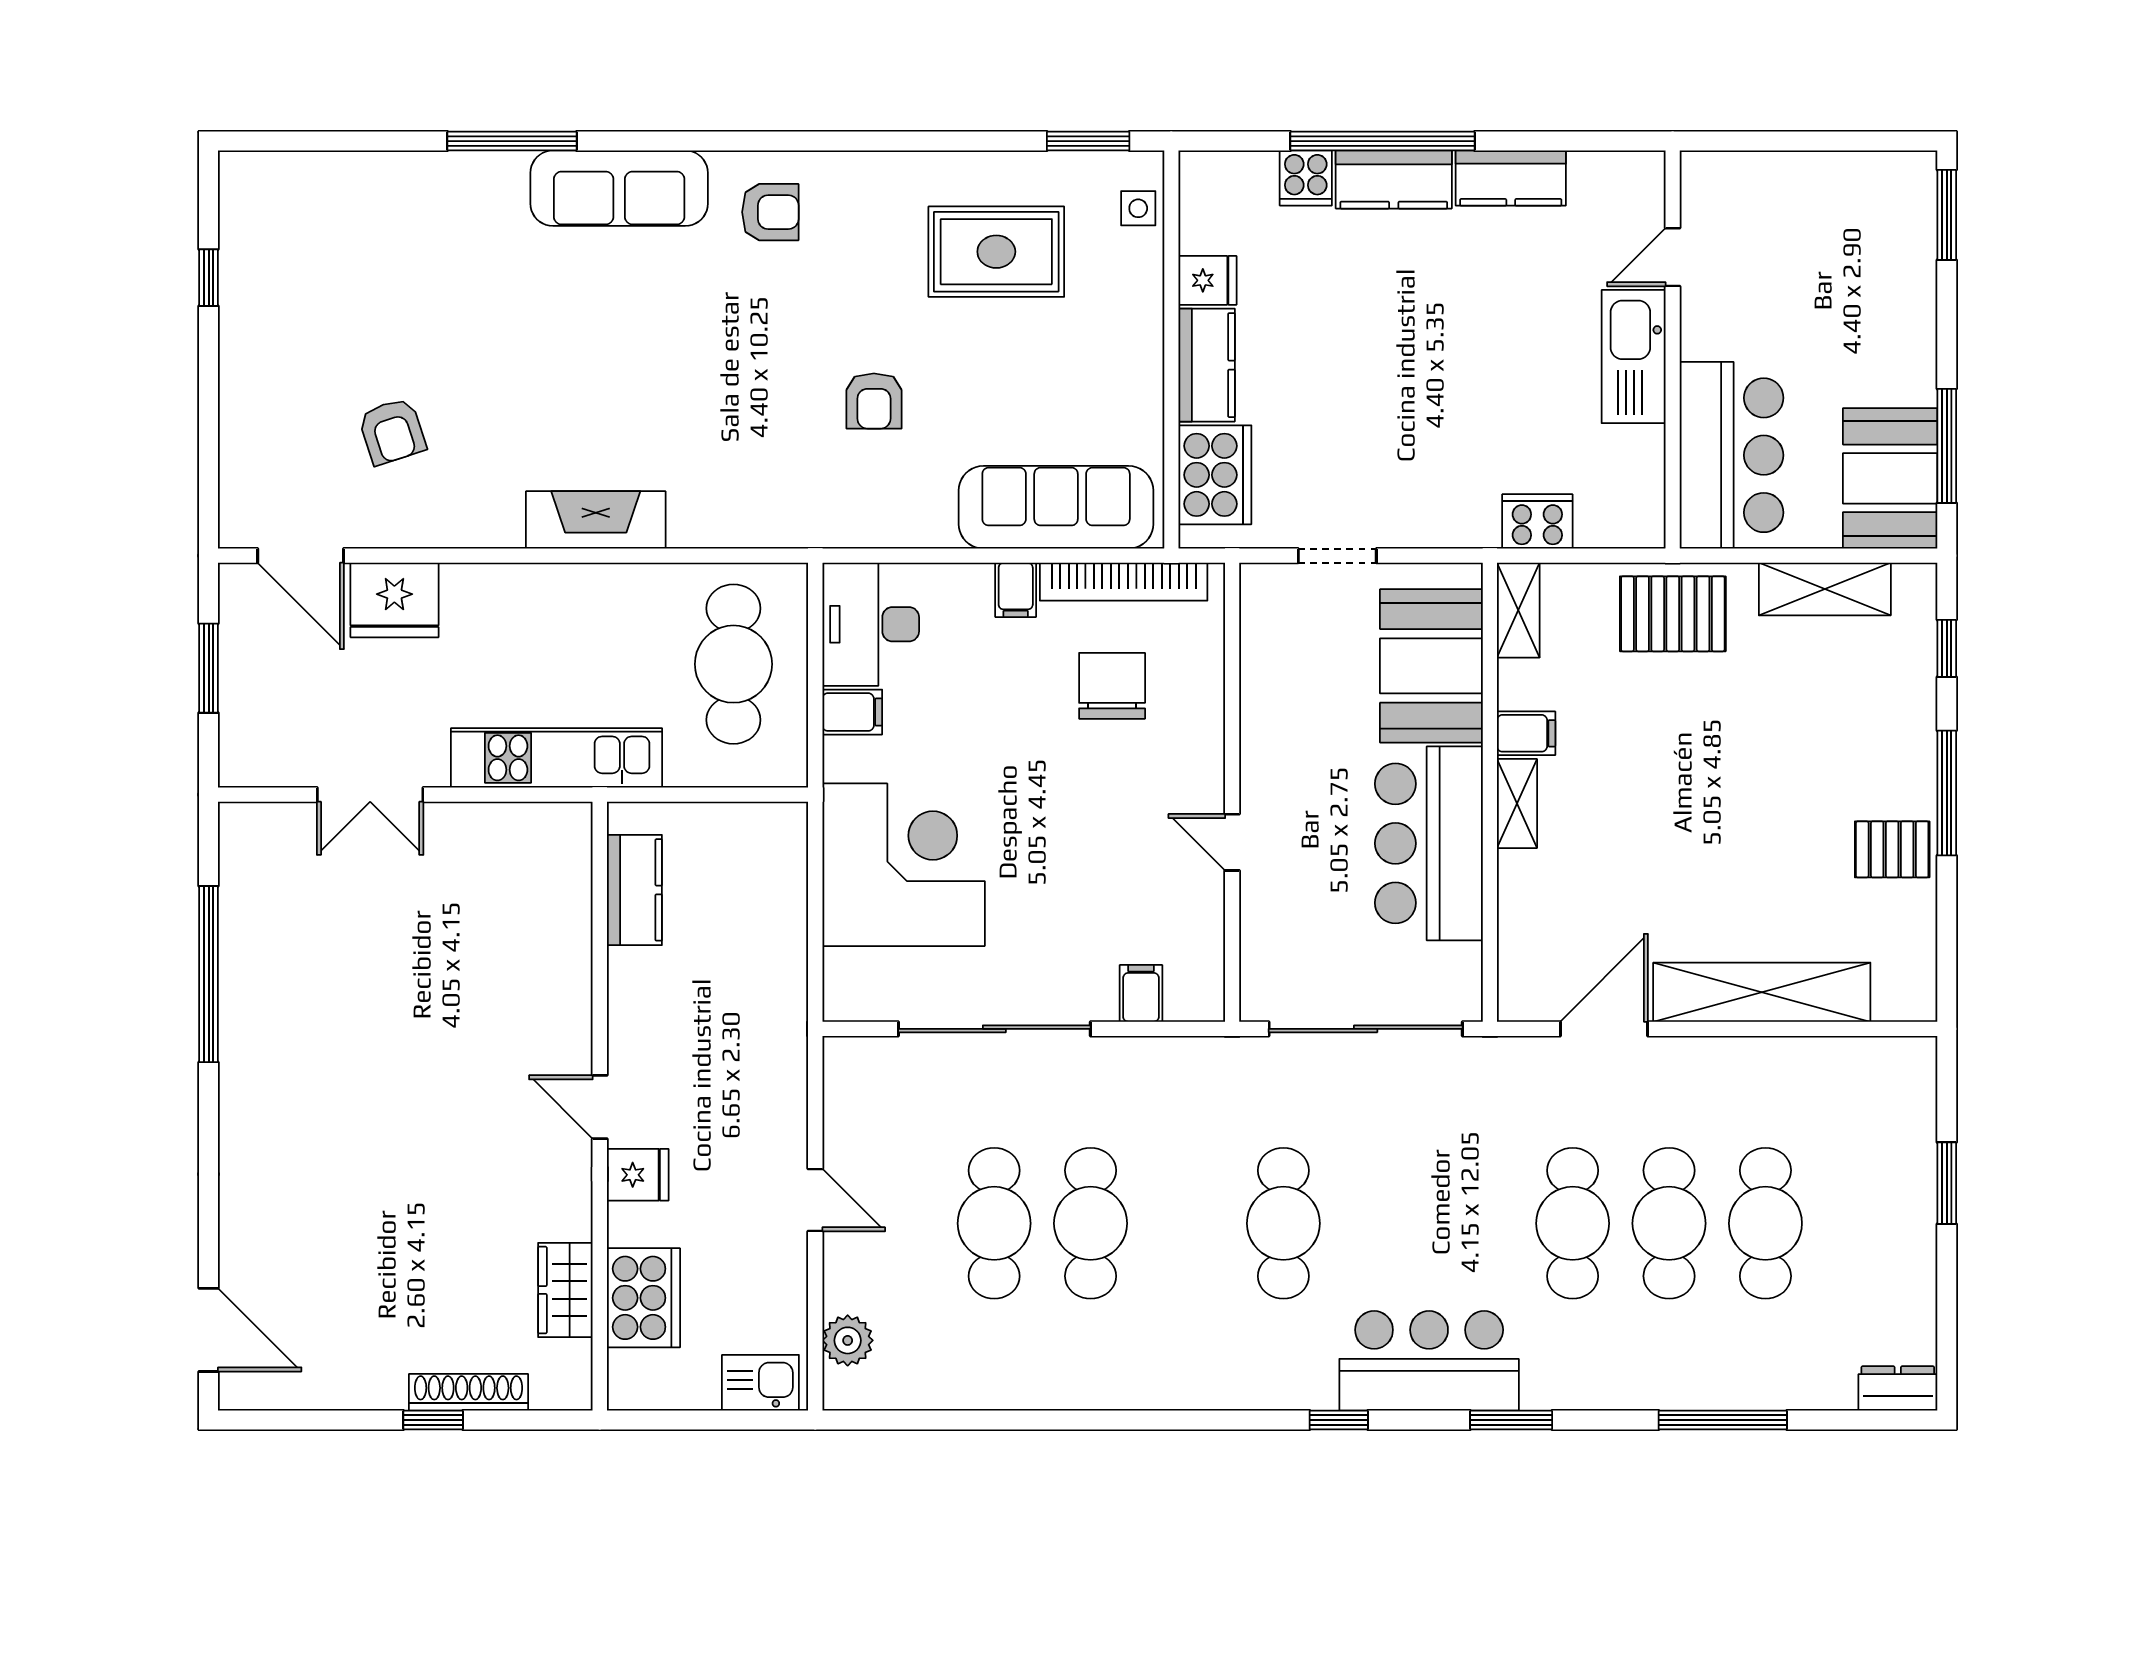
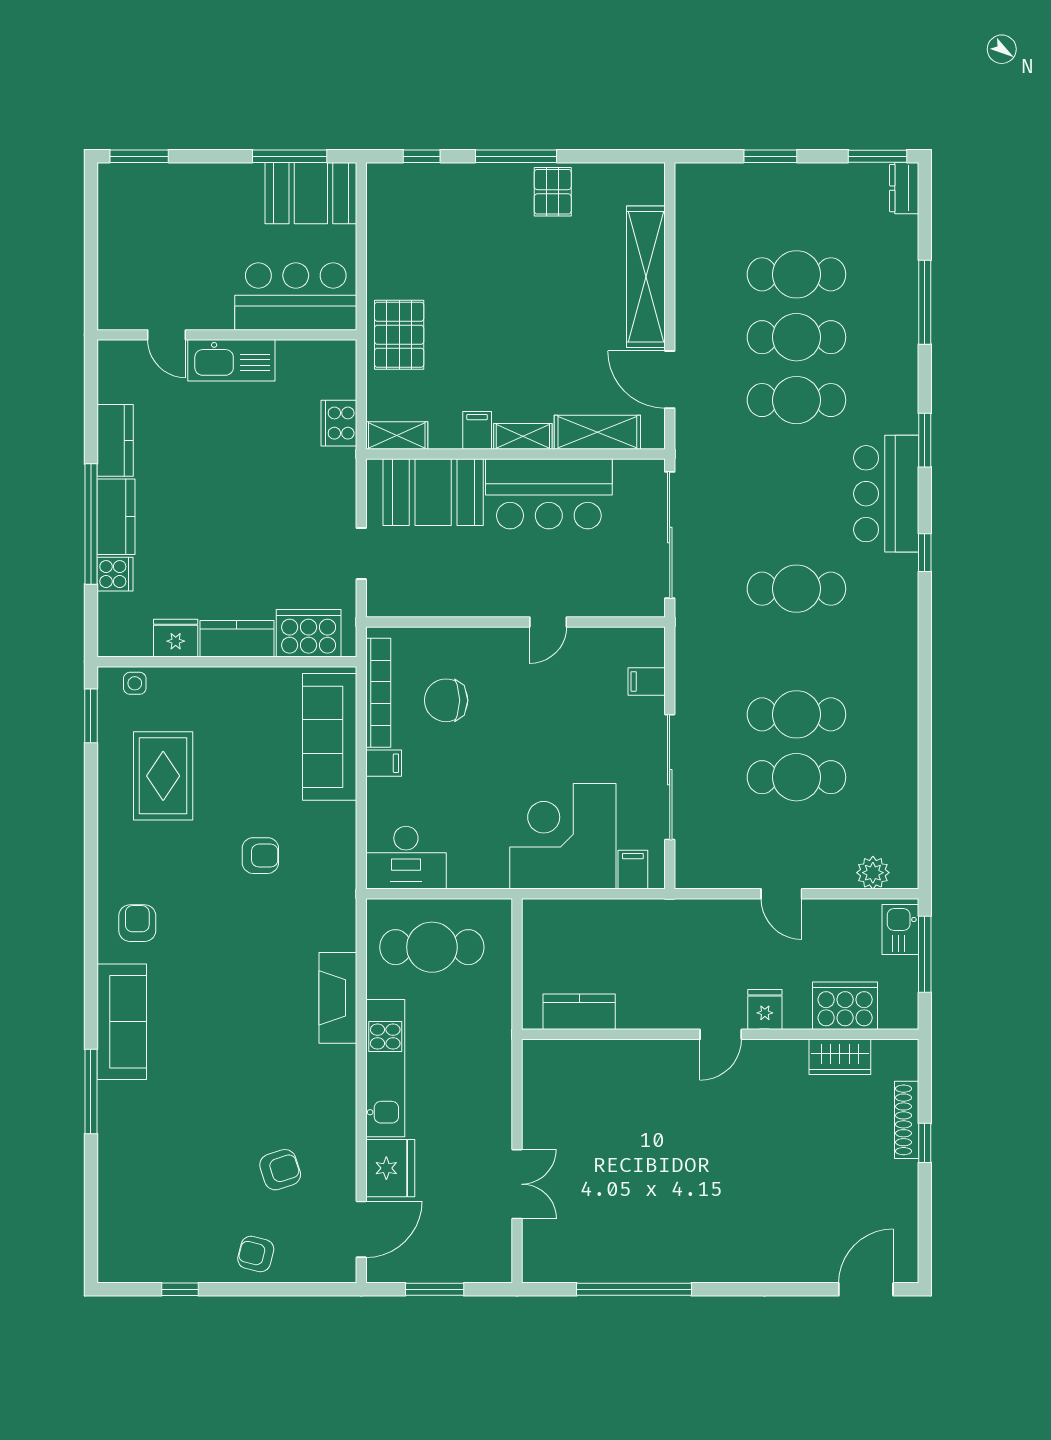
fridge: (1207, 280) -> (176, 638), width x1.38
armchair: (263, 394) -> (256, 1254), added
fireplace: (596, 520) -> (338, 998), moved
shelving: (1825, 589) -> (597, 432), moved, turned 90
filing cabinet: (852, 712) -> (633, 870), moved
kitchen unit: (557, 758) -> (385, 1068), moved, turned 180
door: (815, 1200) -> (781, 894), swing flipped
window: (1947, 1348) -> (877, 156), added
window: (723, 1420) -> (925, 954), added

